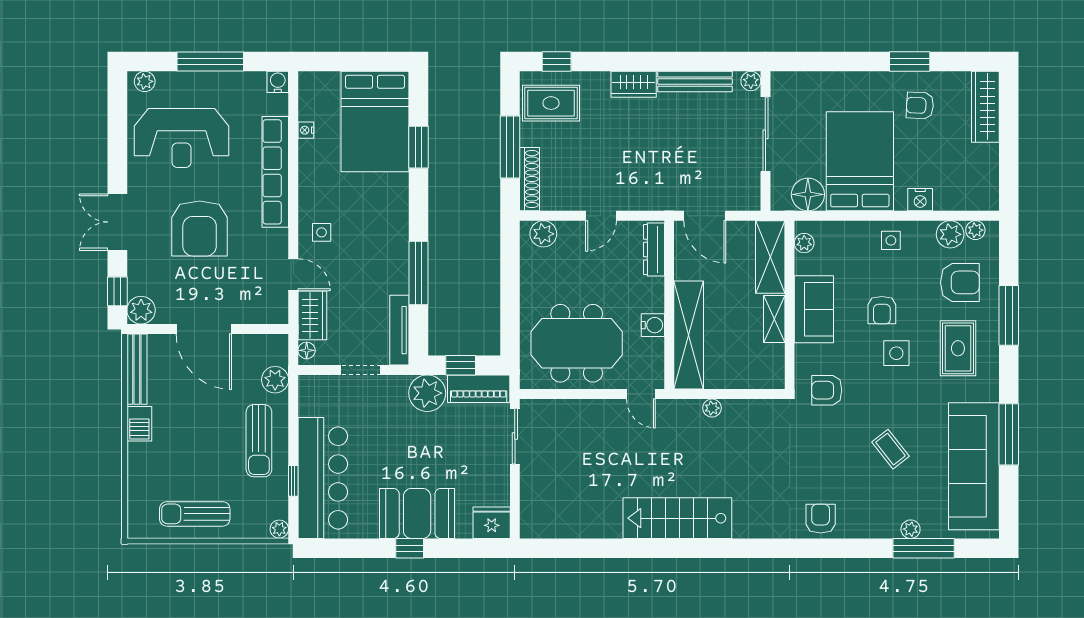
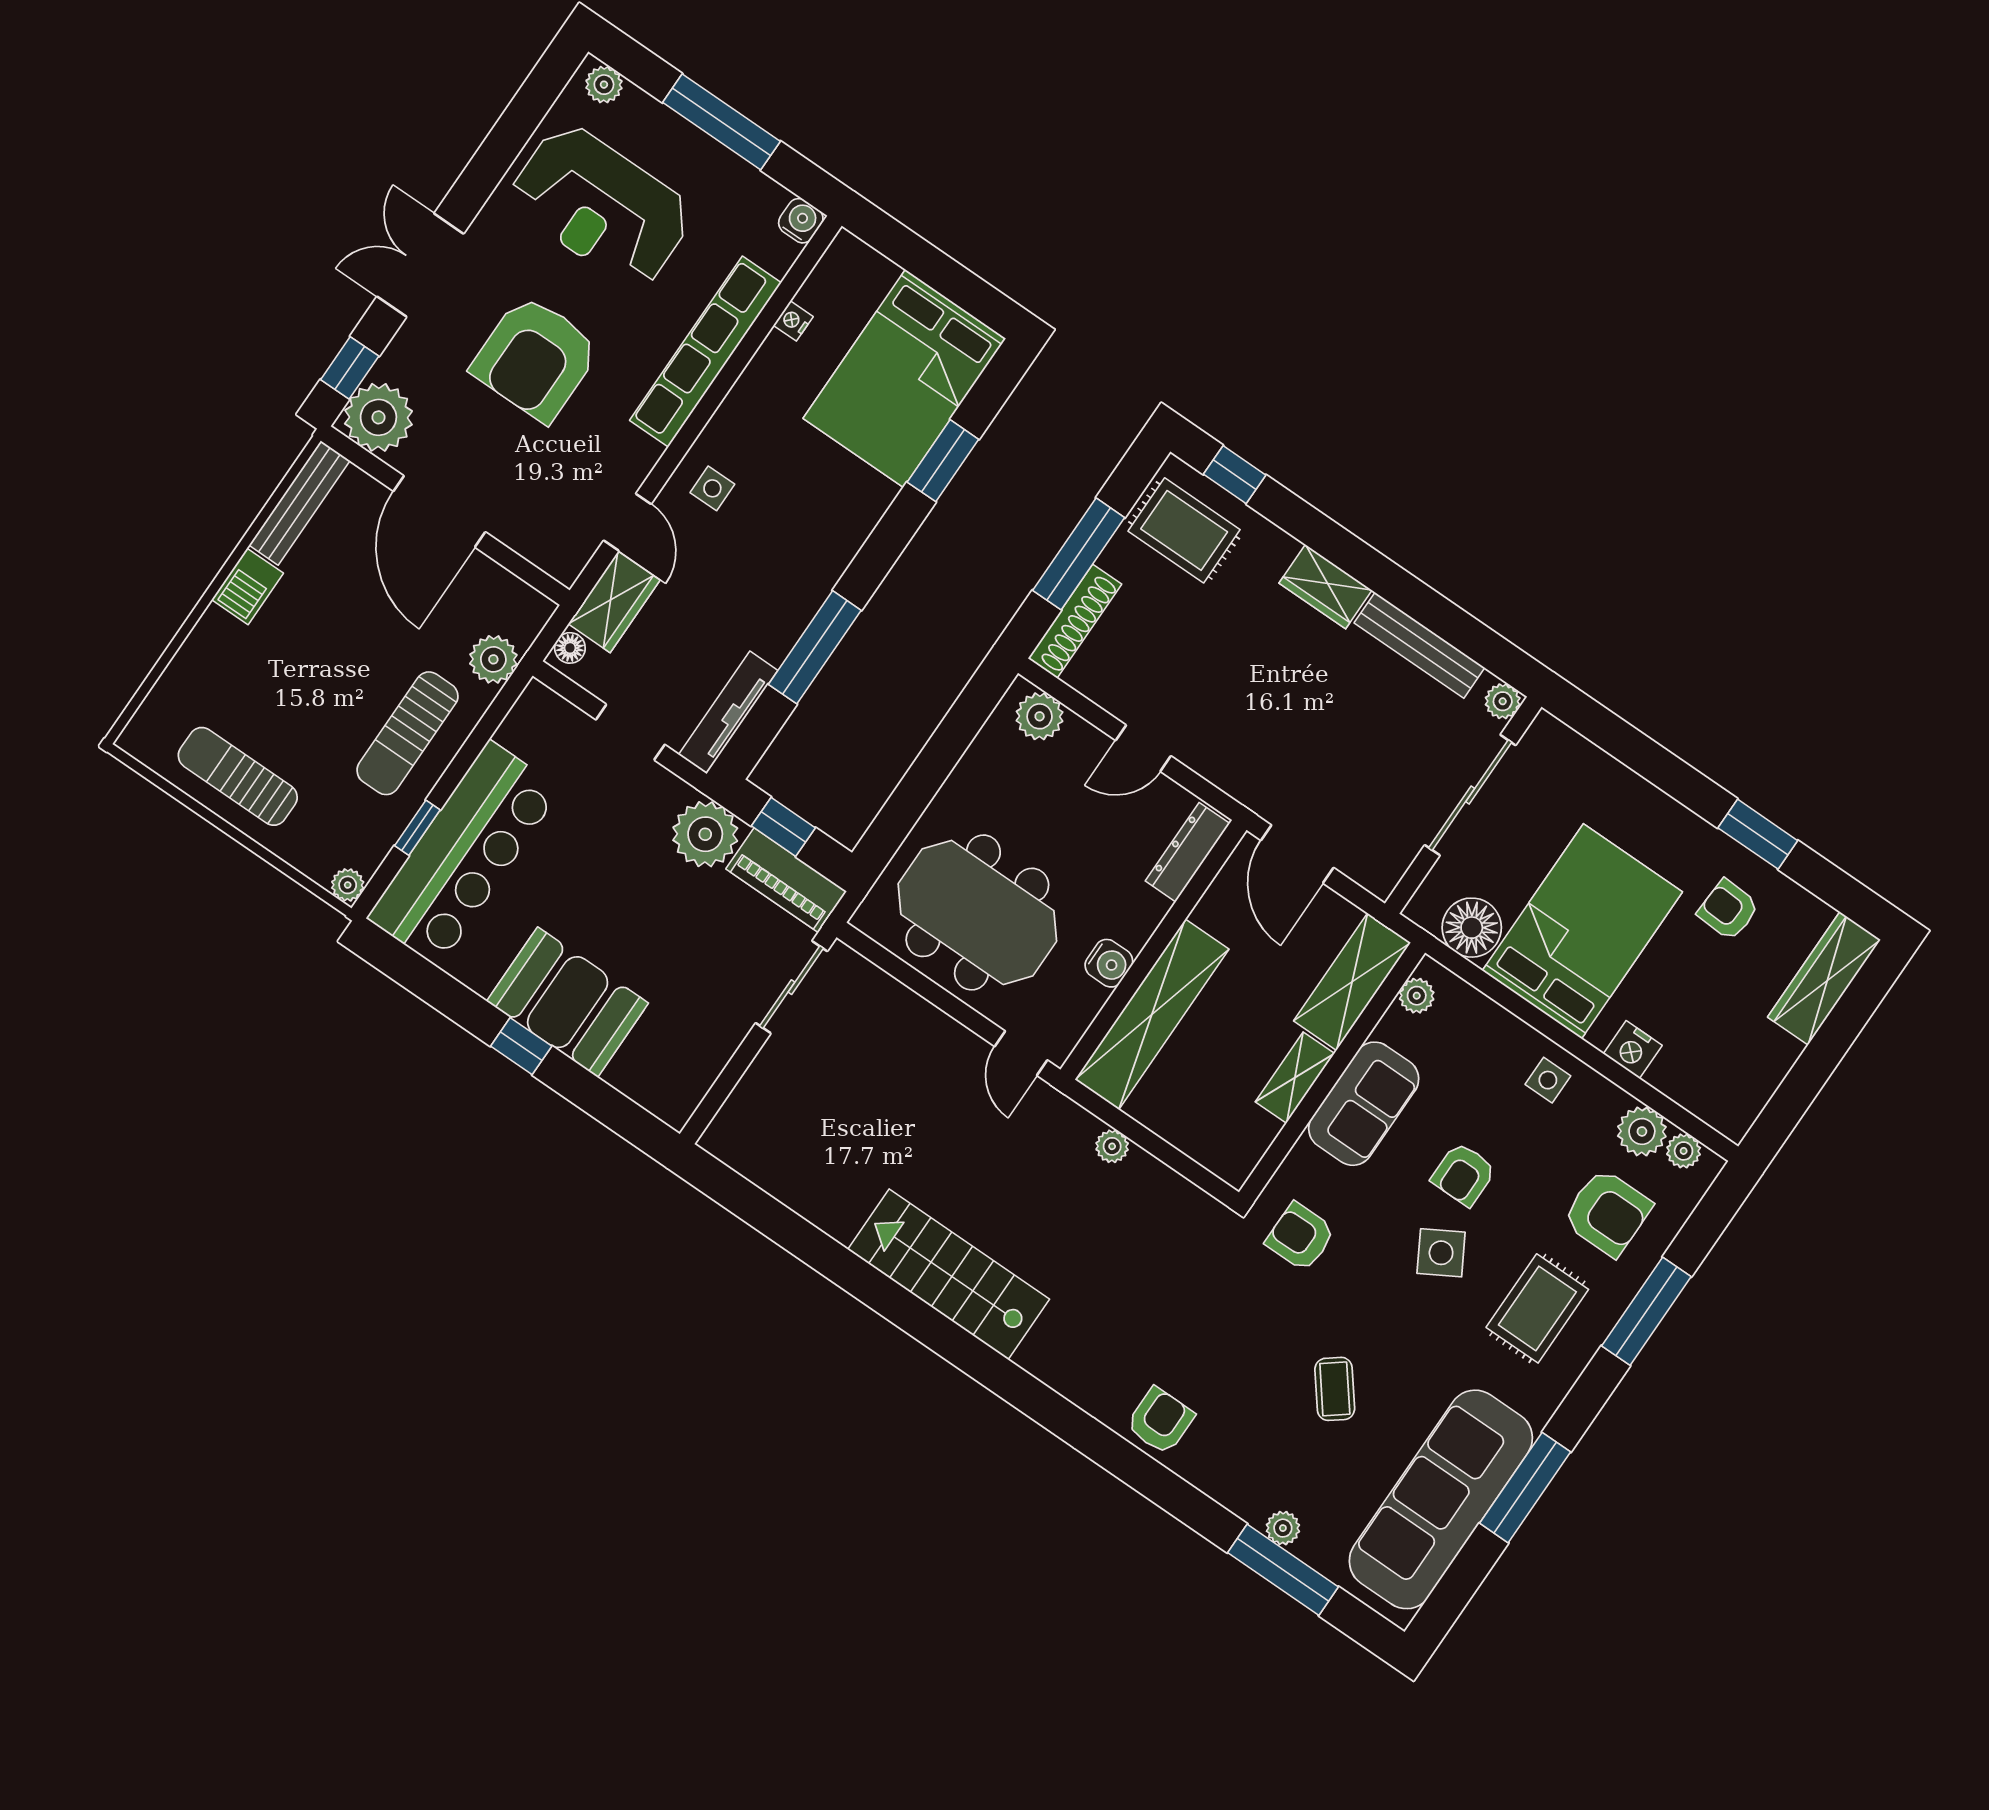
plant: (141, 310) -> (378, 417), width x1.36, depth x1.36
side table: (896, 353) -> (1441, 1253), turned -30
fridge: (492, 523) -> (669, 1092), removed

